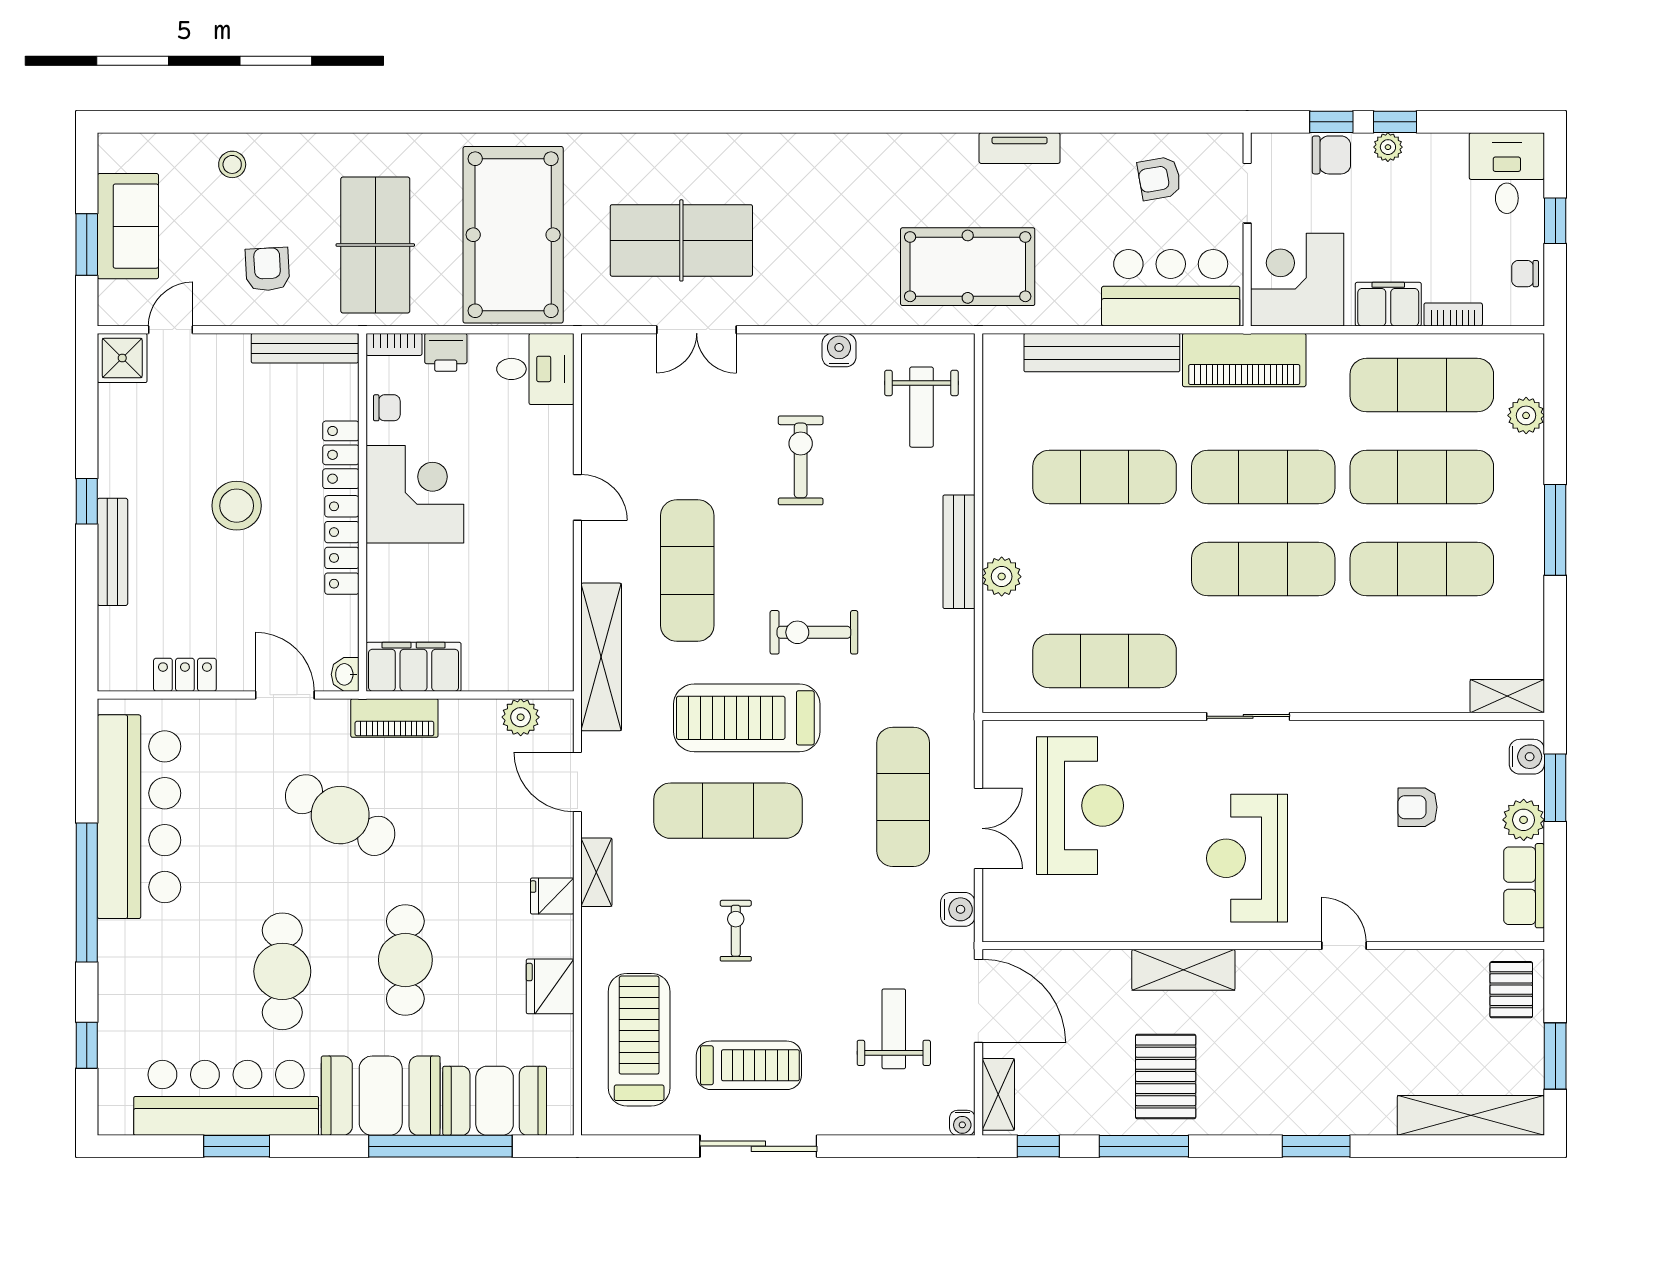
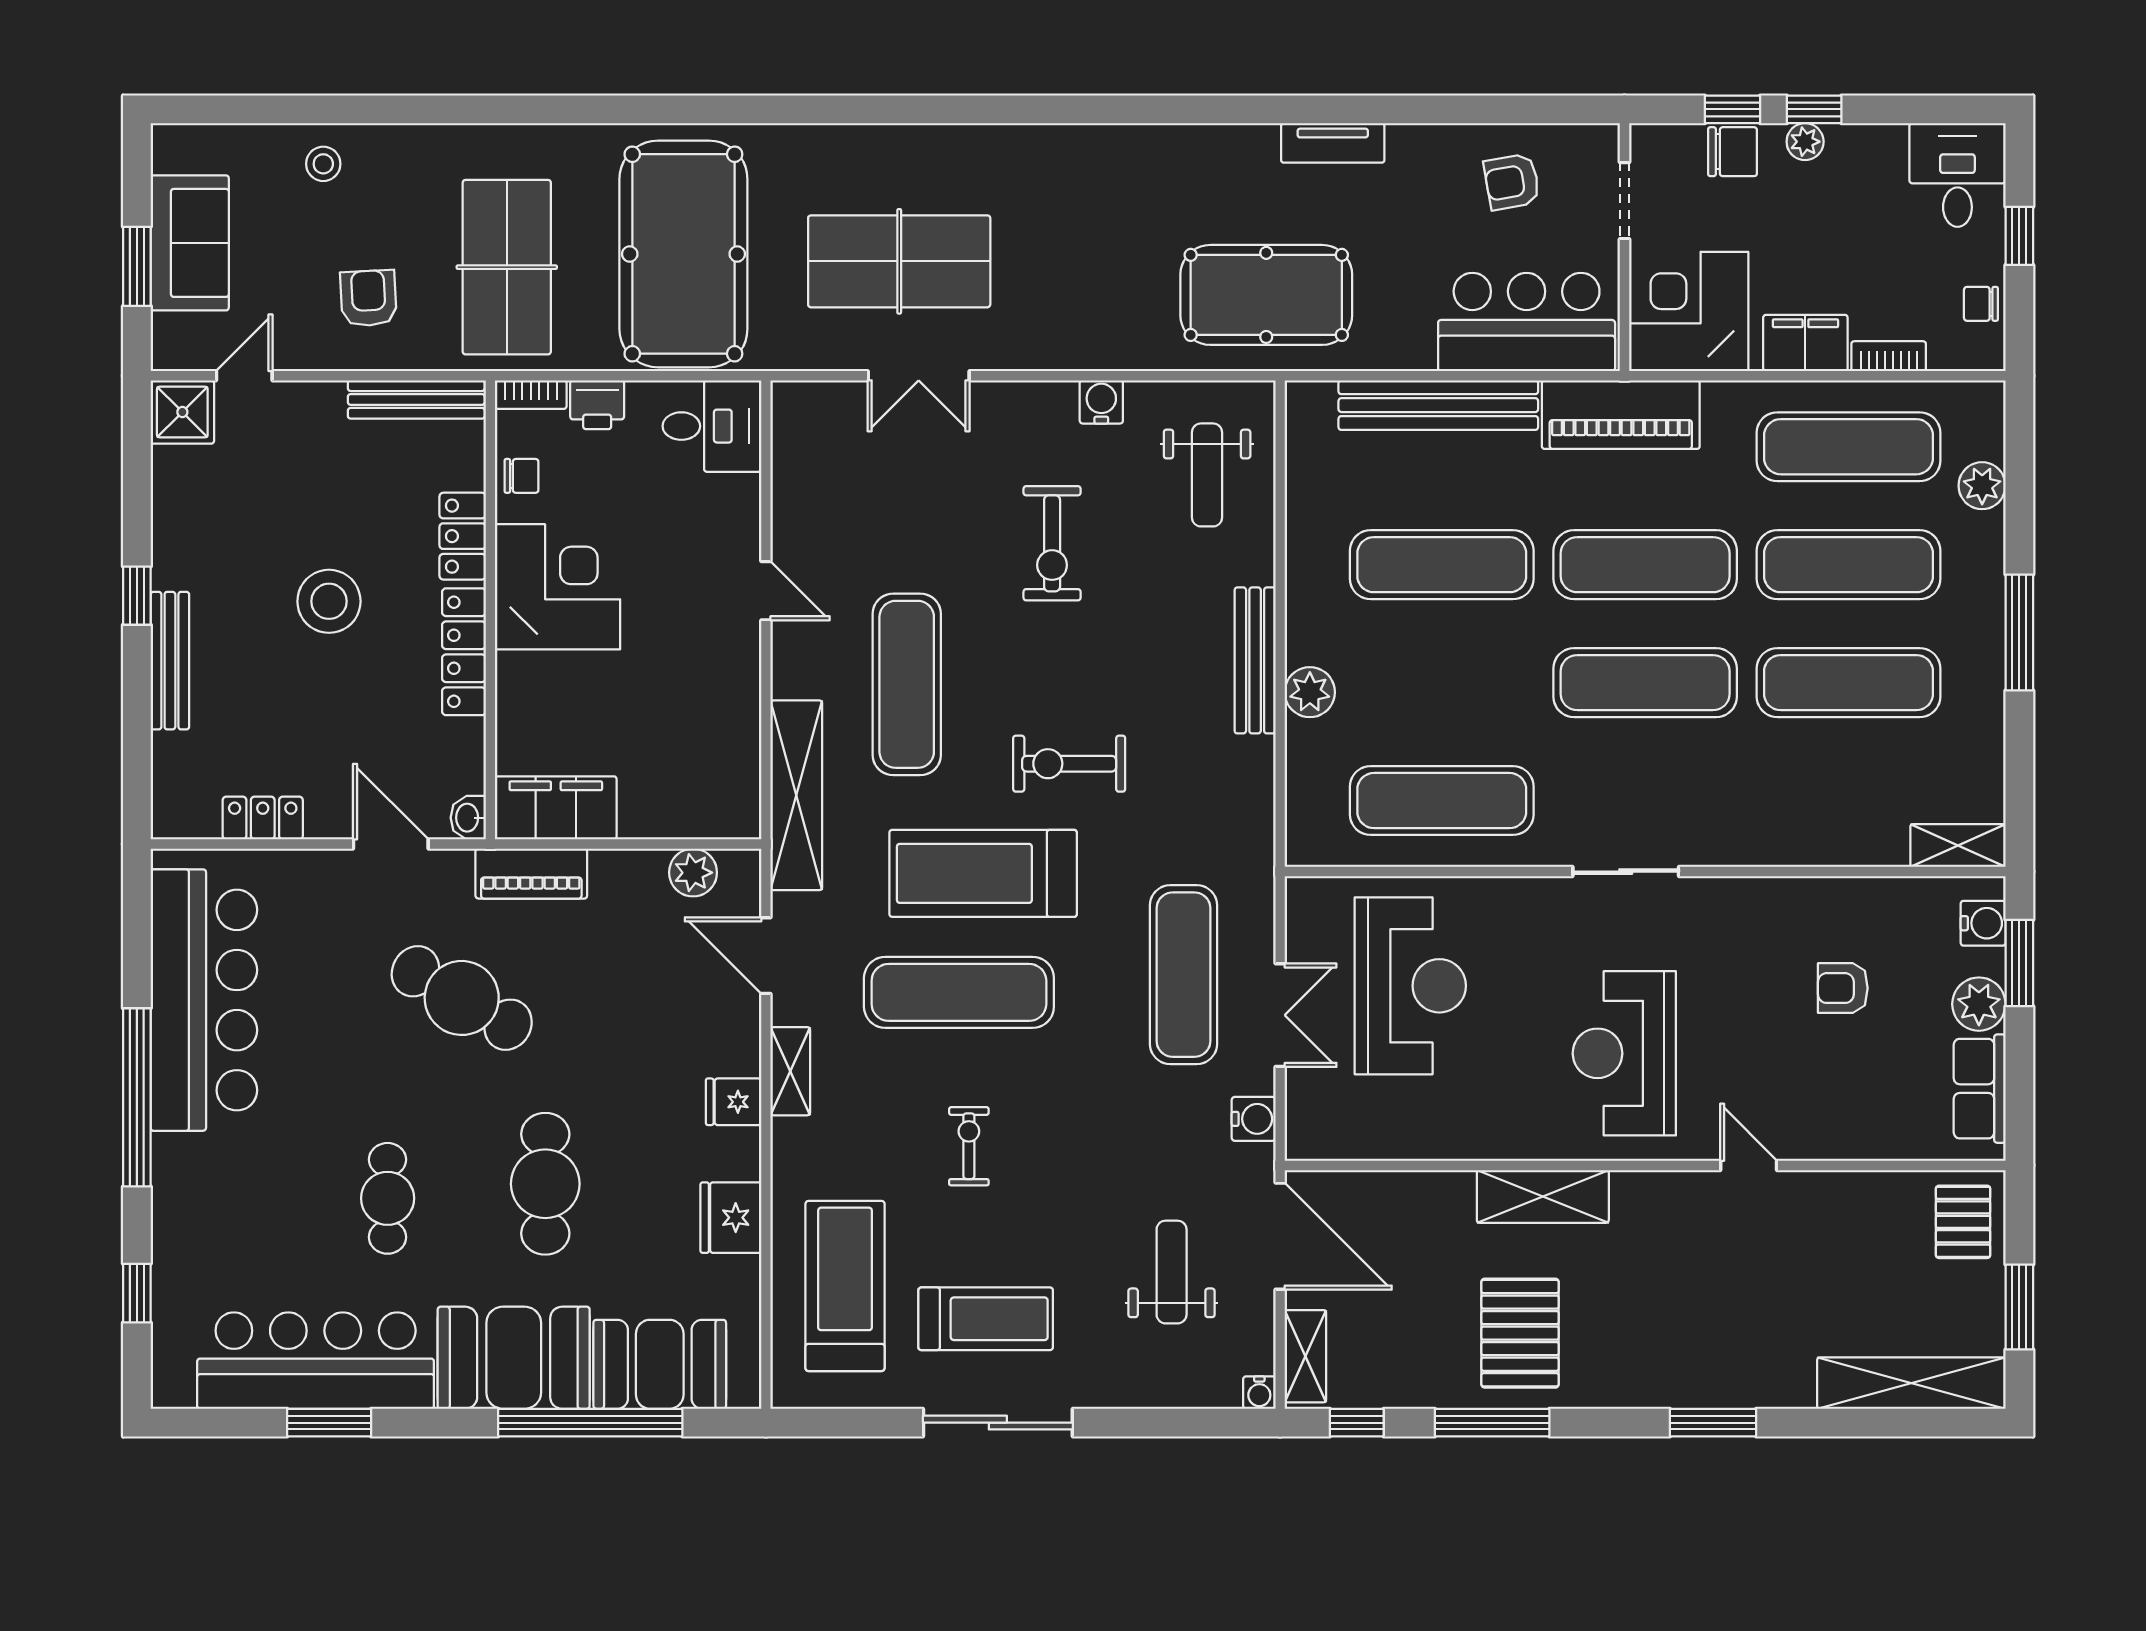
exercise bike: (801, 460) -> (1052, 543), turned 180
cafe table: (282, 971) -> (388, 1198), width x0.73, depth x0.74

